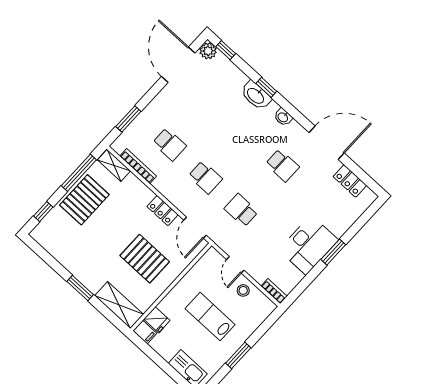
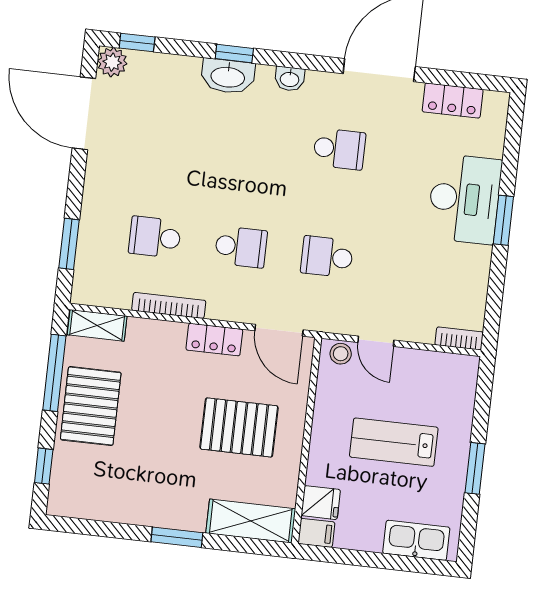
school desk: (169, 144) -> (155, 237), turned 180
bookcase: (138, 166) -> (169, 305), moved
desk: (309, 245) -> (464, 199), moved
stool: (243, 290) -> (341, 354), moved

